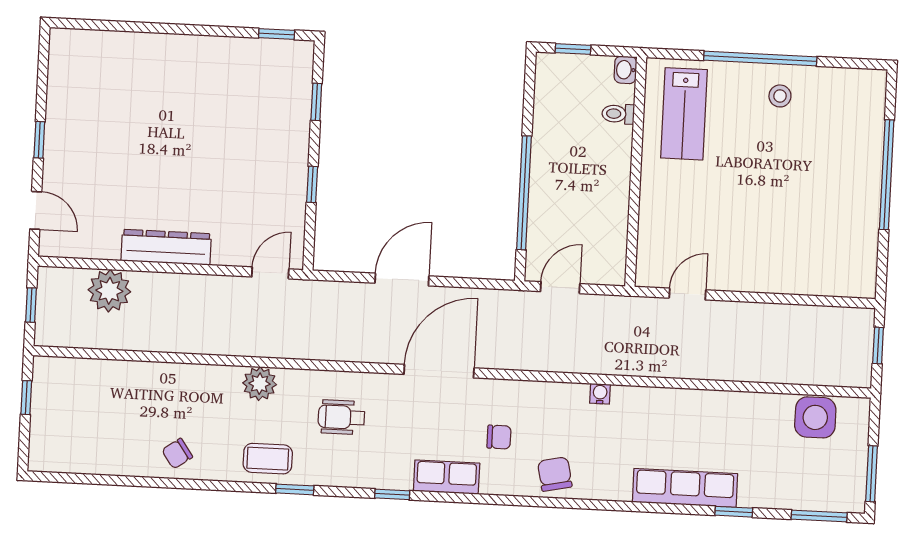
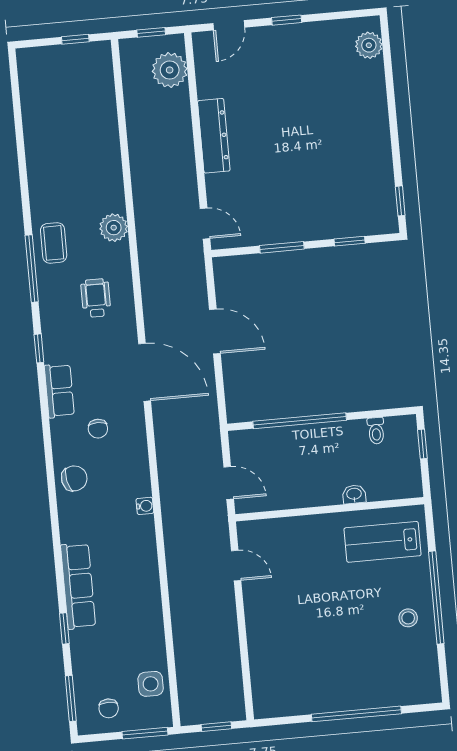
plant: (84, 45) -> (369, 45), added
washbasin: (625, 70) -> (354, 494), moved
toilet: (618, 114) -> (376, 431), moved, turned 180
window: (312, 184) -> (282, 247), width x1.50
door: (560, 288) -> (229, 483), moved
plant: (109, 291) -> (170, 70), moved
side table: (815, 417) -> (151, 684), width x0.73, depth x0.73
chair: (177, 453) -> (109, 708), moved, turned -145
window: (872, 474) -> (145, 733), moved
window: (295, 489) -> (32, 269), width x2.17

